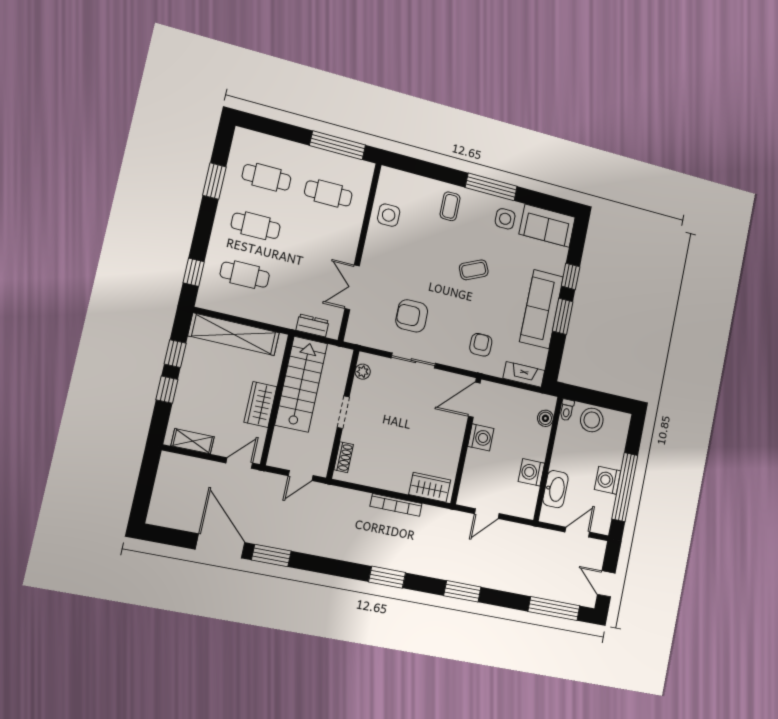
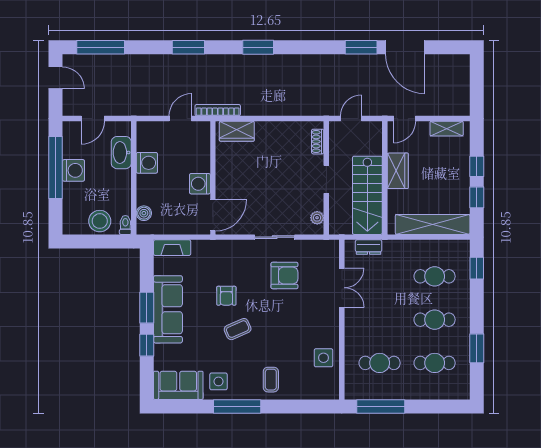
armchair: (481, 345) -> (226, 296), moved
bookcase: (396, 505) -> (218, 110), moved

